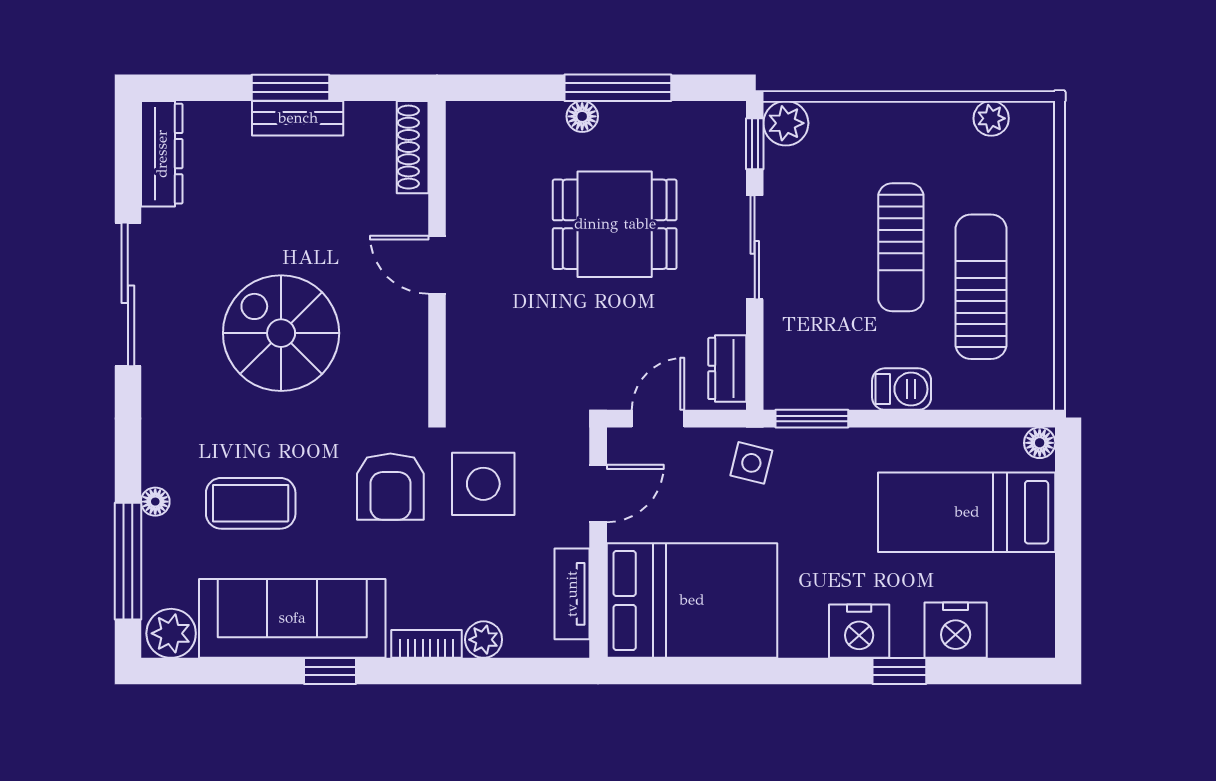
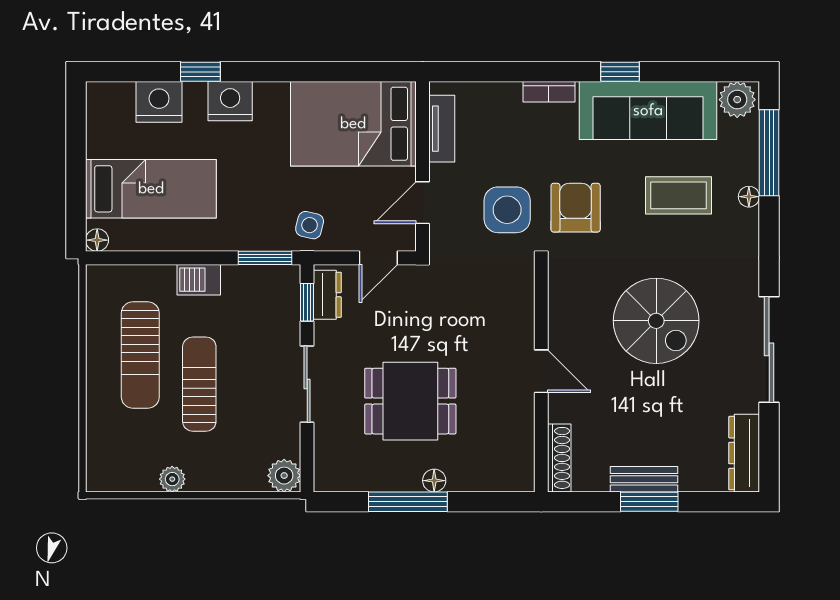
plant: (991, 118) -> (172, 479), moved
window: (755, 144) -> (307, 302), moved
plant: (484, 640) -> (507, 95), removed

